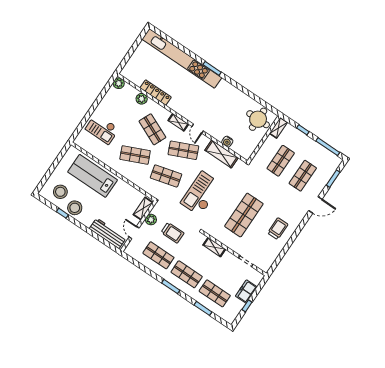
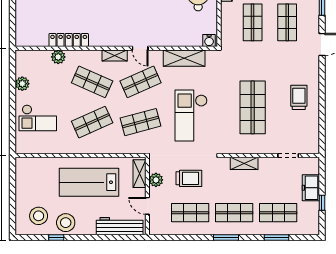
plant: (119, 83) -> (22, 84), moved
water cooler: (227, 142) -> (209, 41), moved
lab bench: (93, 176) -> (89, 182), moved

